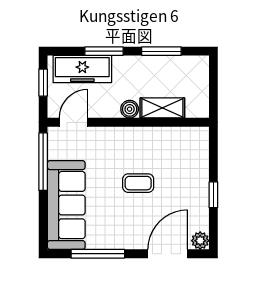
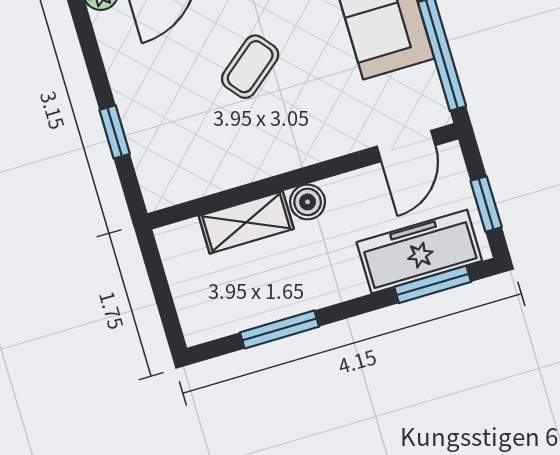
window: (104, 51) -> (433, 284), moved
coffee table: (138, 183) -> (250, 67), turned -39
window: (213, 195) -> (115, 132), moved

